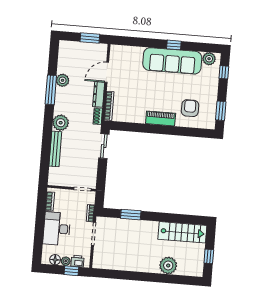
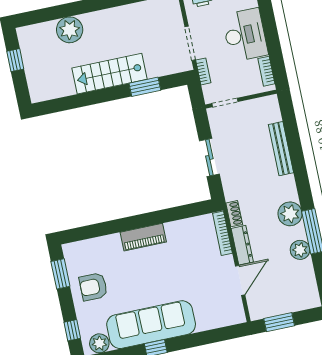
armchair: (190, 108) -> (93, 287), moved, turned 90
plant: (61, 123) -> (290, 214), moved
sliding door: (104, 146) -> (209, 157), moved
stairs: (182, 232) -> (109, 74), moved

